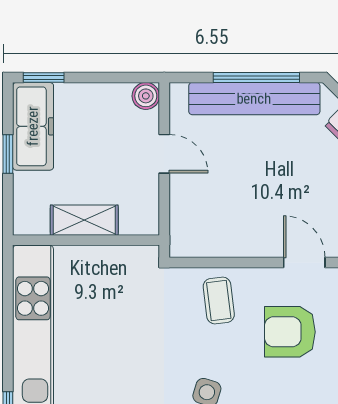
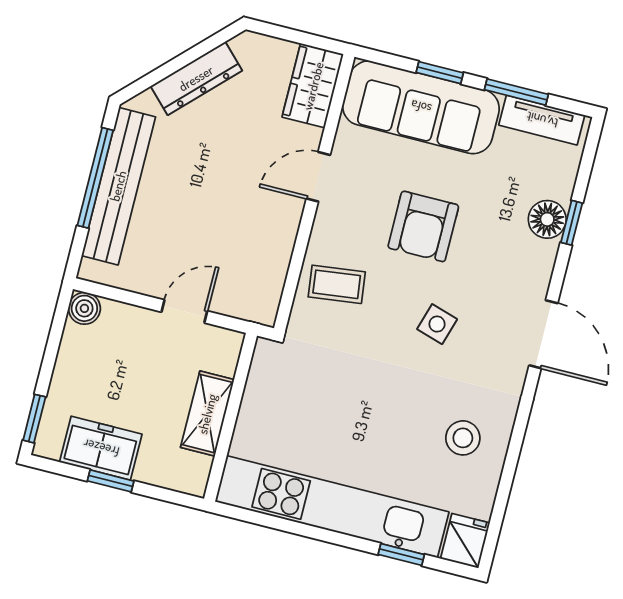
freezer: (33, 126) -> (101, 448), width x0.71
door: (164, 154) -> (184, 311), moved
armchair: (290, 332) -> (423, 226), moved

